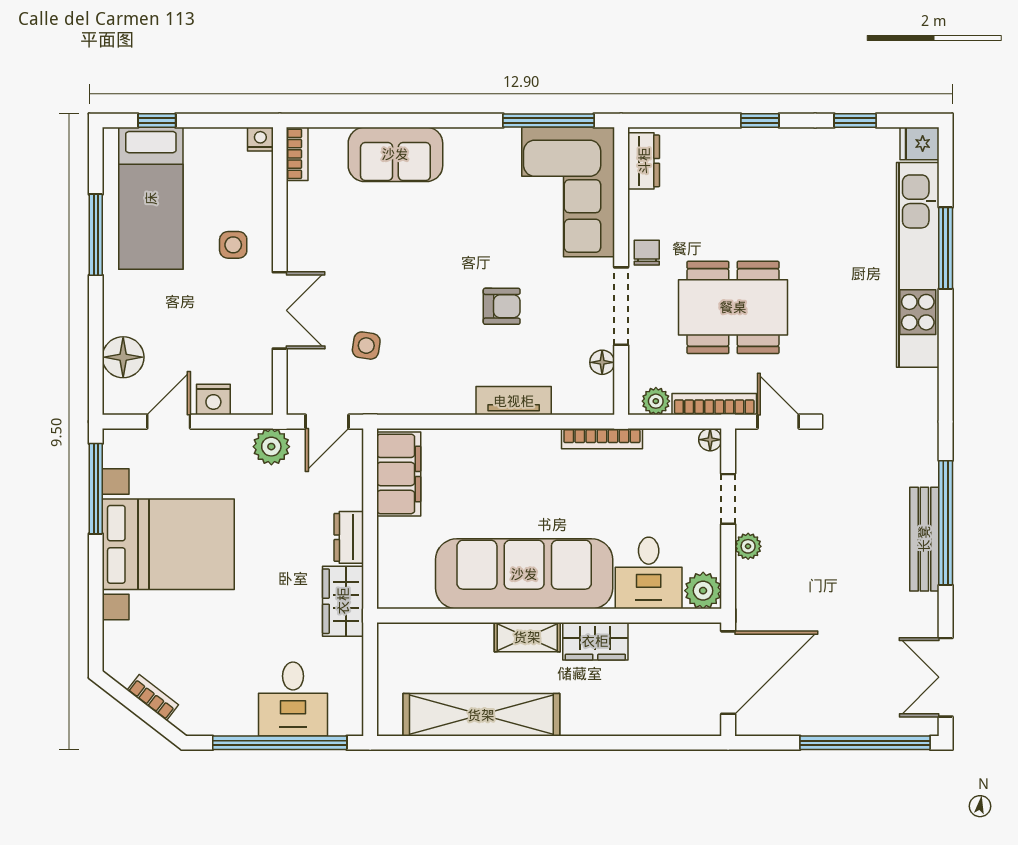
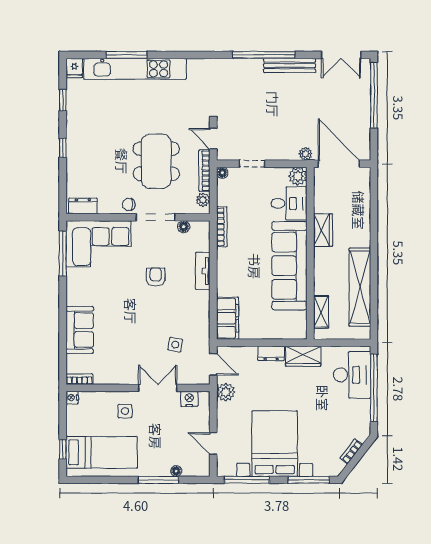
window: (96, 235) -> (158, 480), moved
floor lamp: (123, 357) -> (176, 471), width x0.53, depth x0.53
nightstand: (213, 399) -> (189, 399), moved, turned -90
door: (778, 422) -> (213, 139), hinge flipped
filing cabinet: (399, 474) -> (228, 318), moved, turned 90
bench: (924, 539) -> (290, 66), moved
plant: (748, 546) -> (305, 154), moved
window: (96, 612) -> (309, 480), added
shelving: (527, 637) -> (321, 312), moved
desk: (293, 699) -> (352, 375), width x1.37

